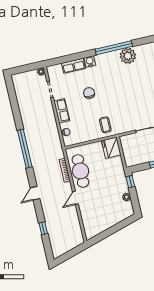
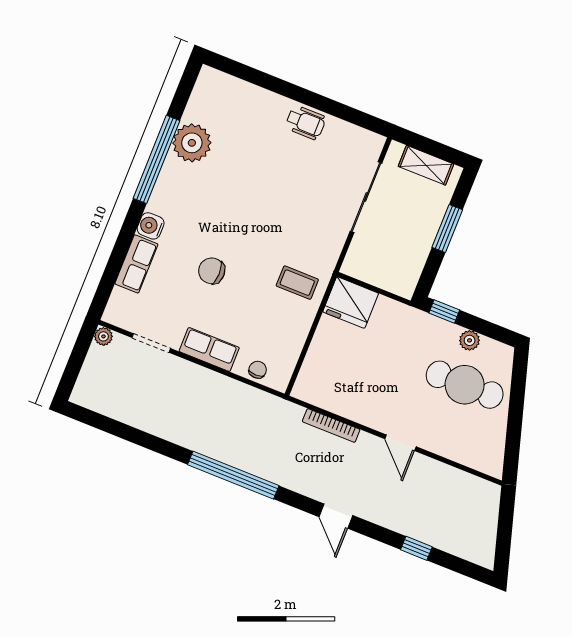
cafe table: (80, 171) -> (465, 385), moved

